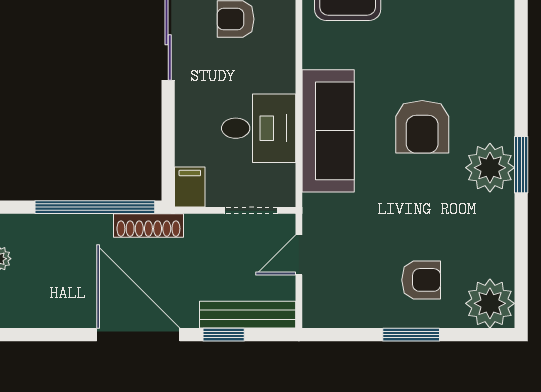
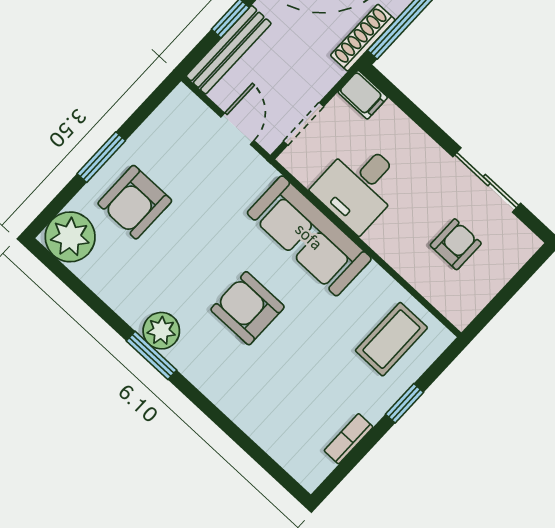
plant: (490, 168) -> (161, 331), width x0.73, depth x0.73
armchair: (421, 280) -> (135, 202), width x1.38, depth x1.38

